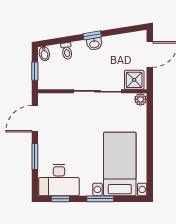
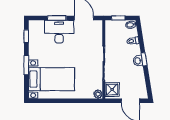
desk: (59, 180) -> (59, 32), moved, turned 90

